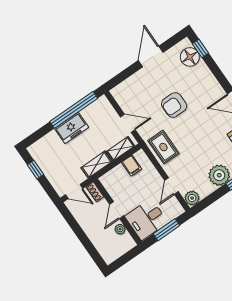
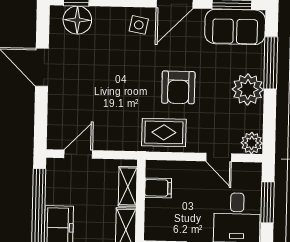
side table: (211, 92) -> (139, 25), added
armchair: (174, 105) -> (178, 87), moved
door: (128, 123) -> (78, 154), moved

